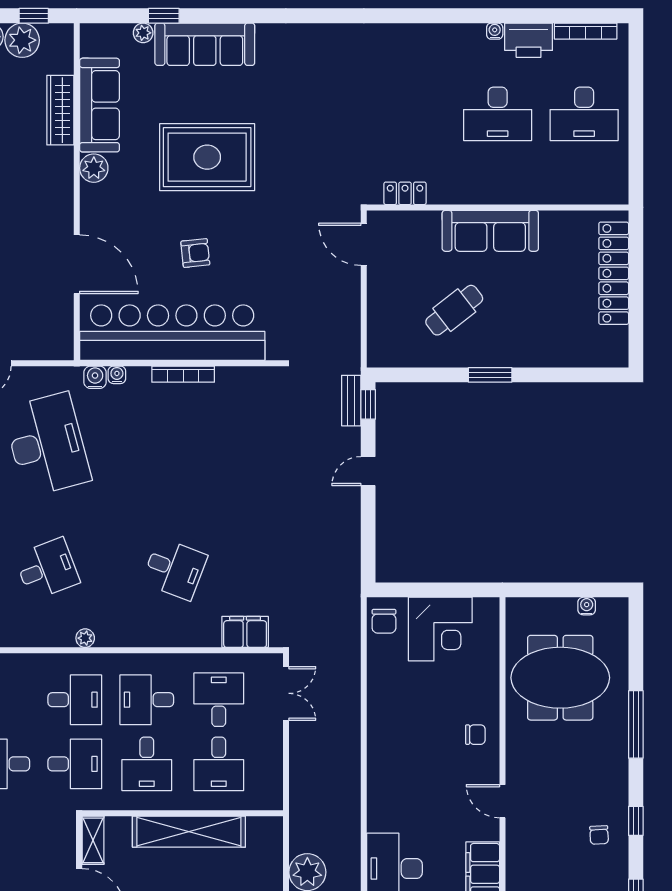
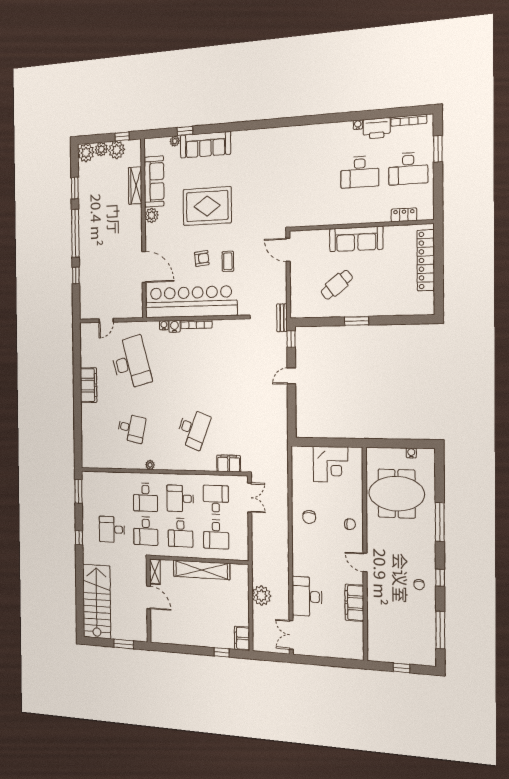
window: (636, 84) -> (438, 149), added
locker: (405, 193) -> (404, 215), moved
coffee table: (247, 260) -> (228, 261), added
water cooler: (95, 377) -> (175, 326), moved
bench: (351, 401) -> (282, 318), moved
desk: (47, 569) -> (131, 428), turned 33
desk: (175, 569) -> (193, 429), width x1.37
chair: (384, 621) -> (309, 517), moved
desk: (75, 700) -> (145, 497), turned 90
desk: (75, 764) -> (146, 531), turned 90

